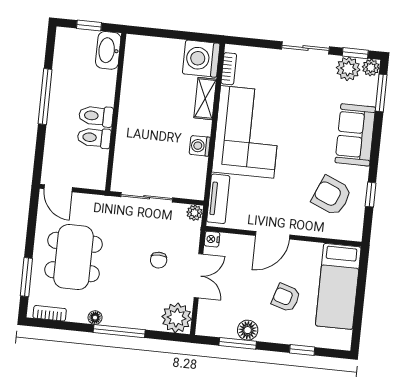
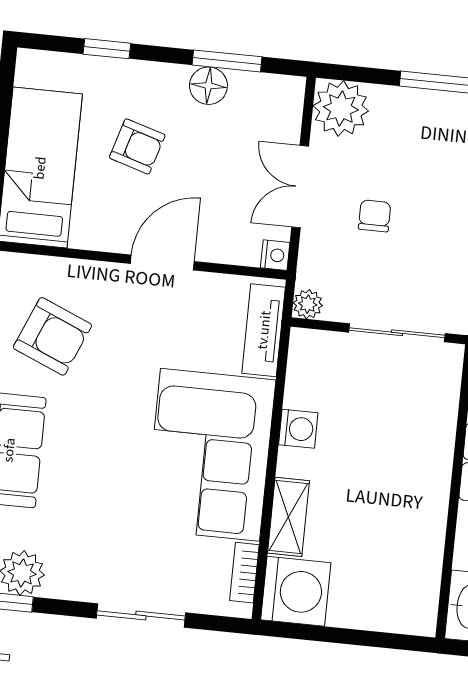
sliding door: (306, 48) -> (141, 615), moved

